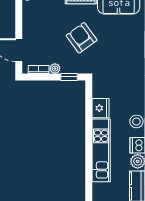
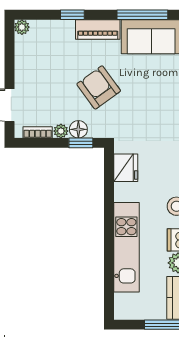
floor lamp: (67, 67) -> (78, 129), added
fridge: (101, 108) -> (126, 168), moved

